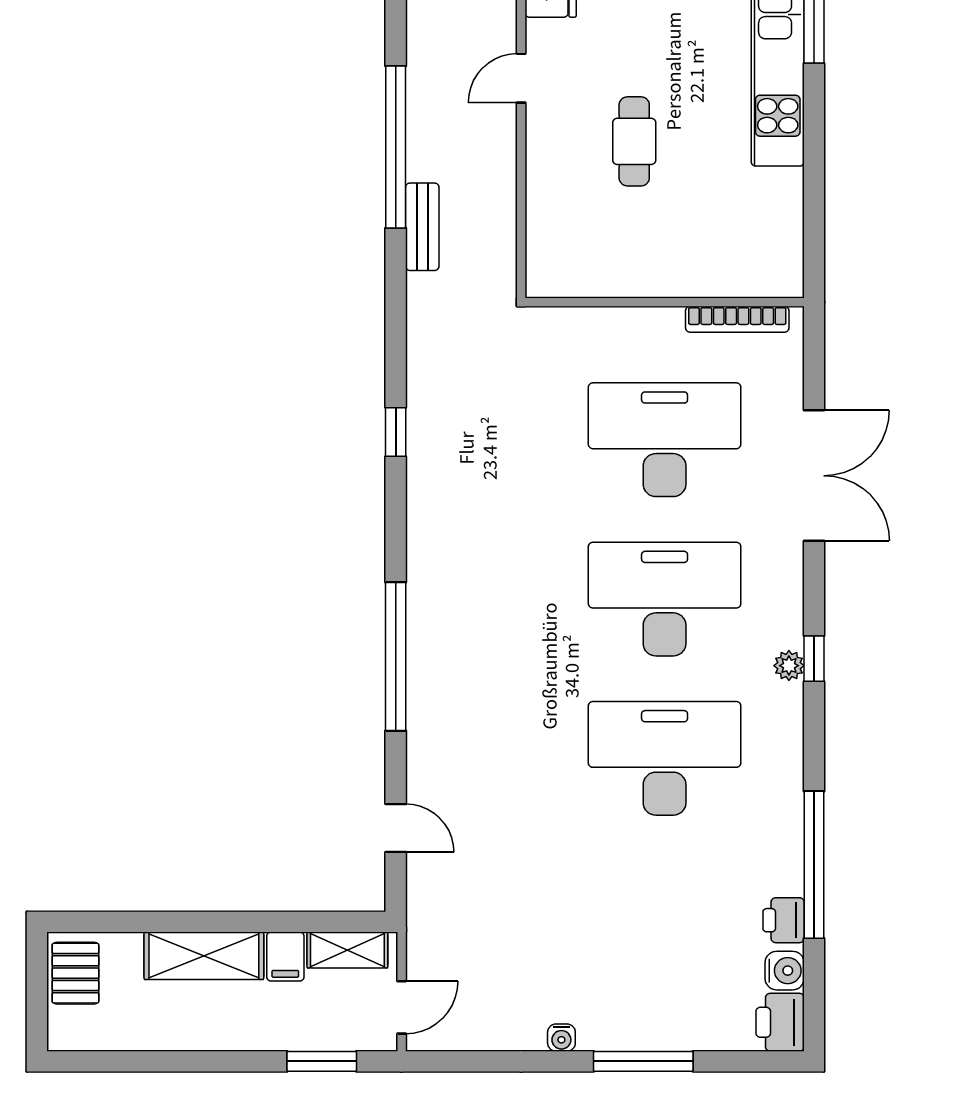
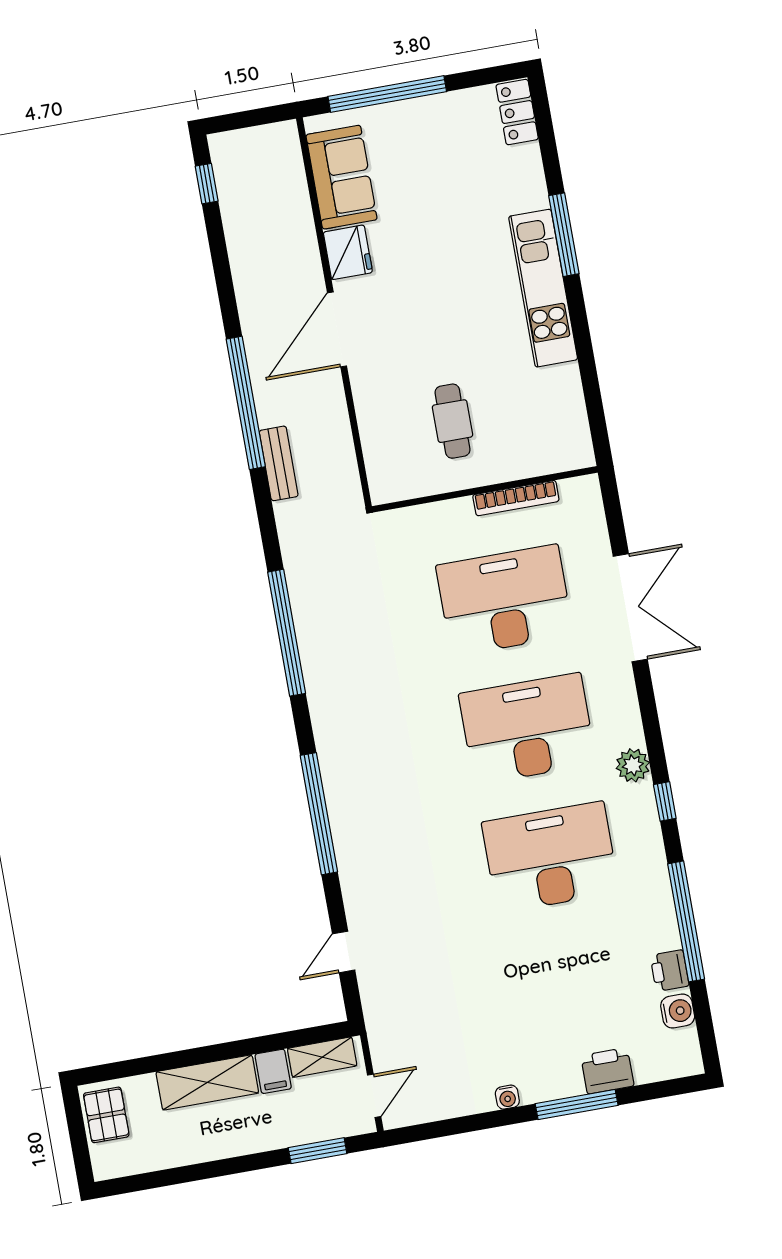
door: (521, 78) -> (337, 329), width x1.87
cafe table: (634, 141) -> (453, 421), moved
bookcase: (737, 319) -> (516, 498), moved
window: (396, 432) -> (287, 633), width x3.17
window: (814, 659) -> (665, 801), moved
plant: (789, 666) -> (633, 765), width x1.38, depth x1.38
door: (396, 828) -> (344, 952), swing flipped
printer: (780, 1022) -> (607, 1071), moved, turned 90

